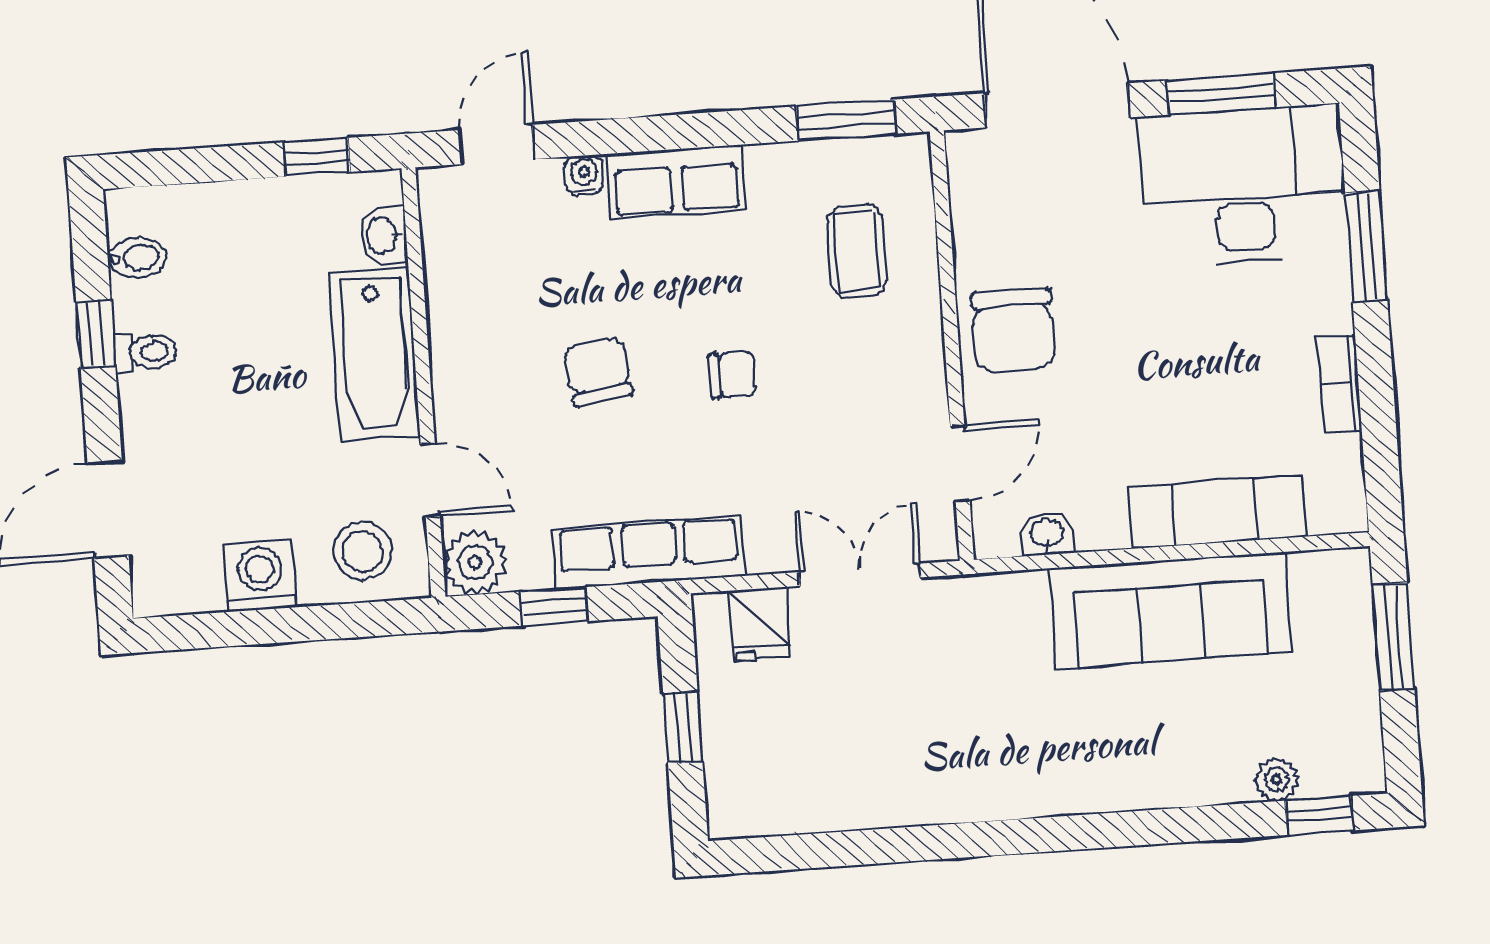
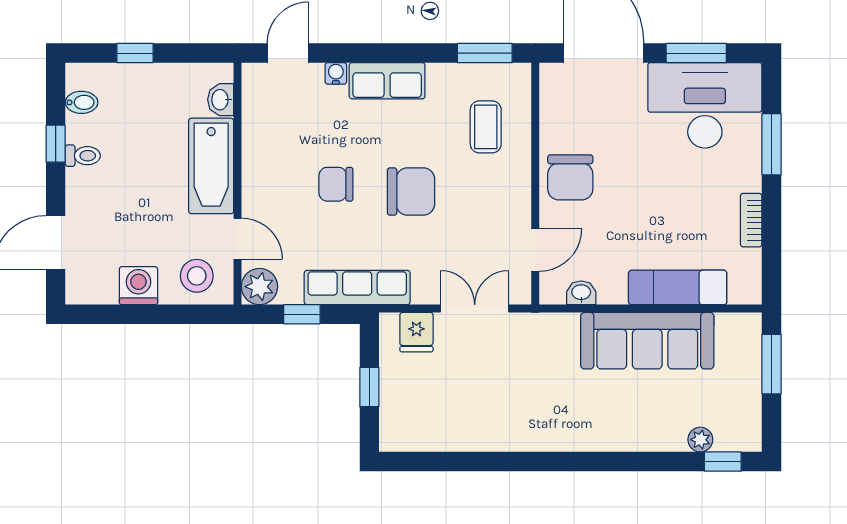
window: (317, 157) -> (135, 53), moved
chair: (598, 371) -> (336, 184), turned -82
chair: (732, 375) -> (411, 191), width x1.87, depth x1.87

